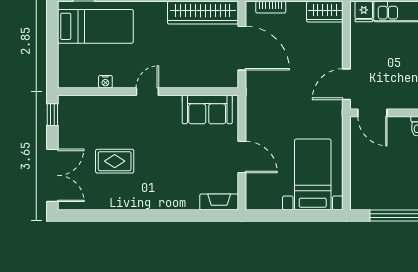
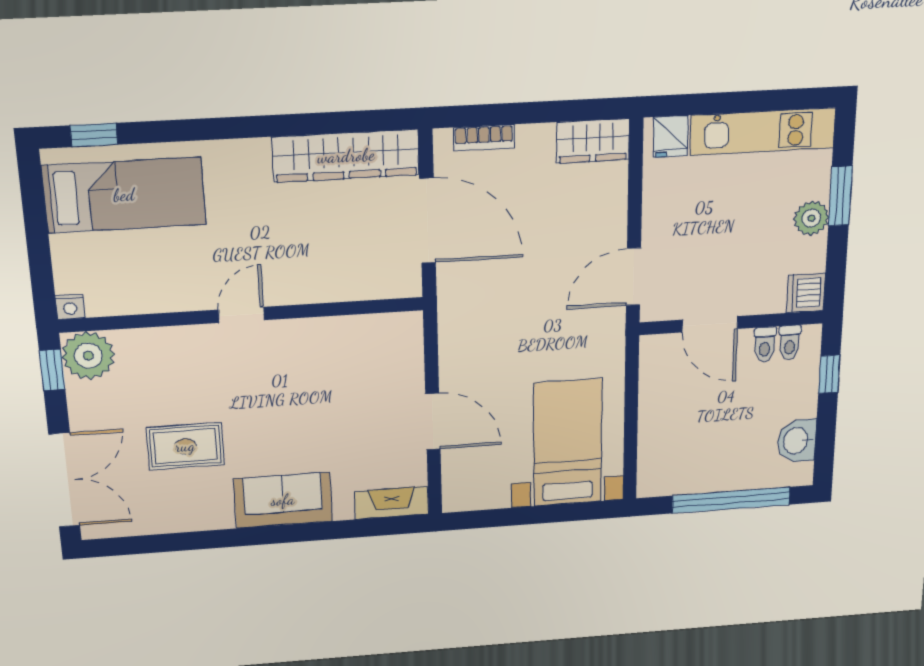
nightstand: (105, 82) -> (70, 307), moved
plant: (71, 108) -> (88, 356), added
sofa: (207, 110) -> (283, 500), moved, turned 180
door: (372, 113) -> (710, 324), moved

